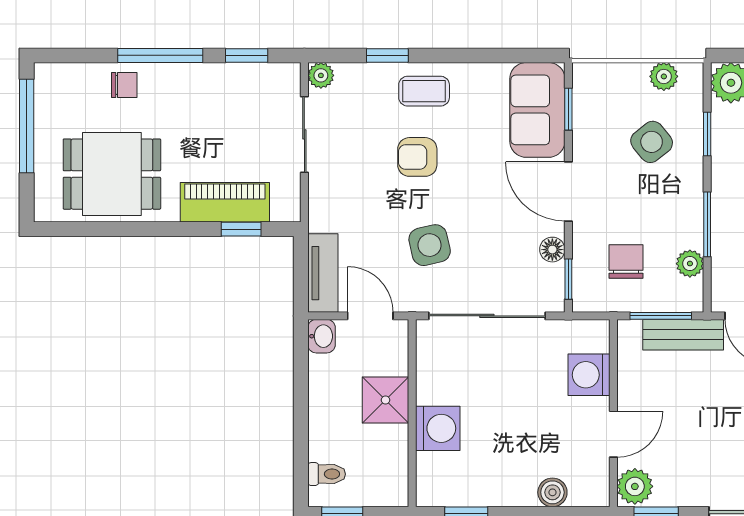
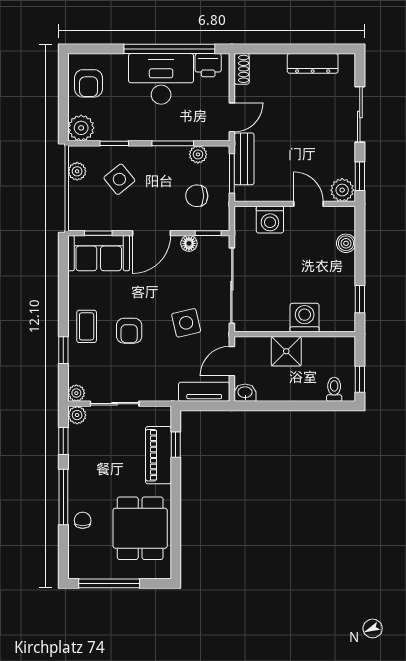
plant: (287, 76) -> (77, 415), added

